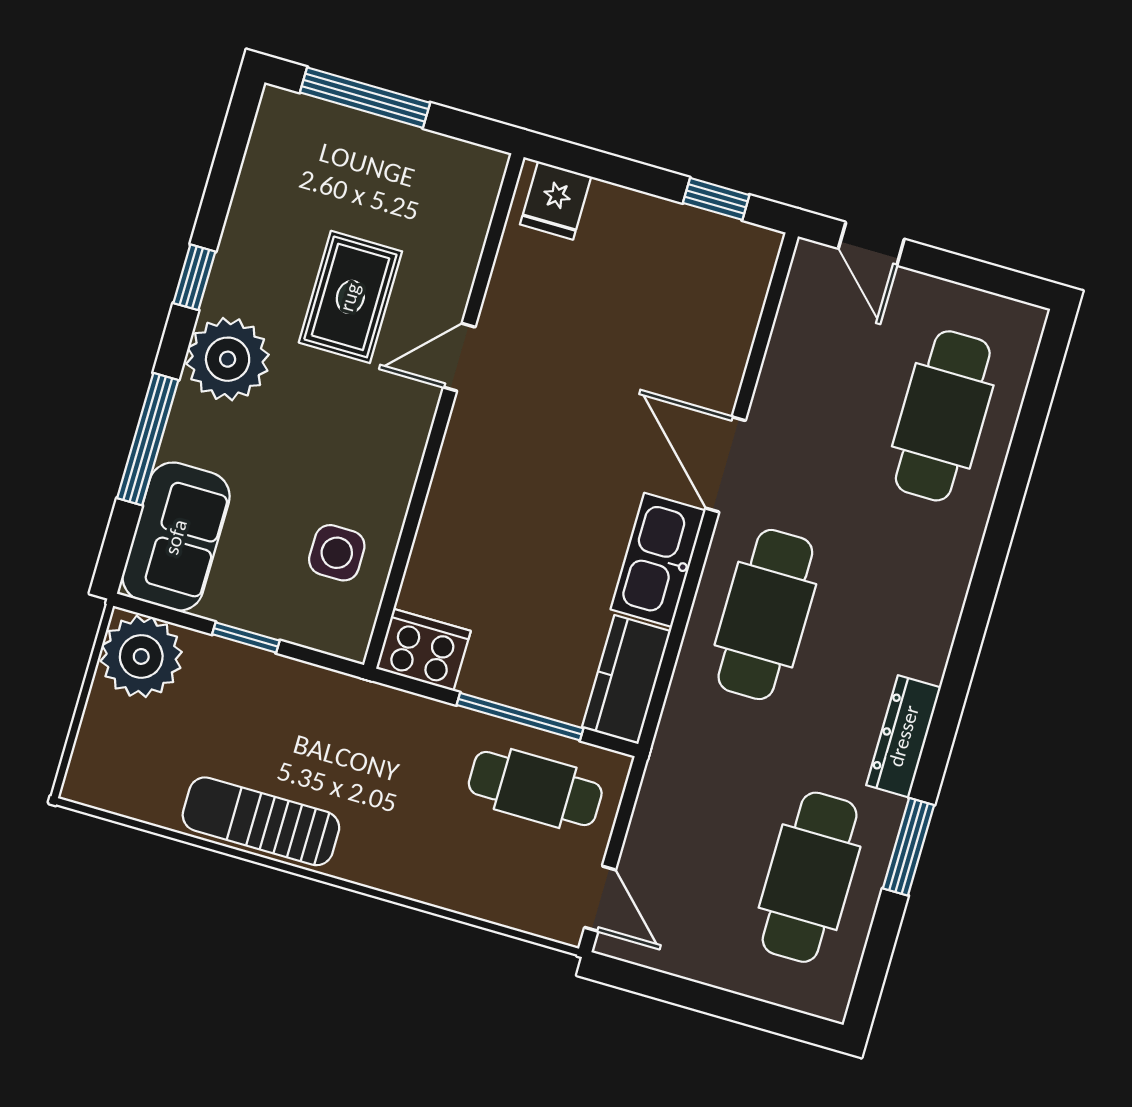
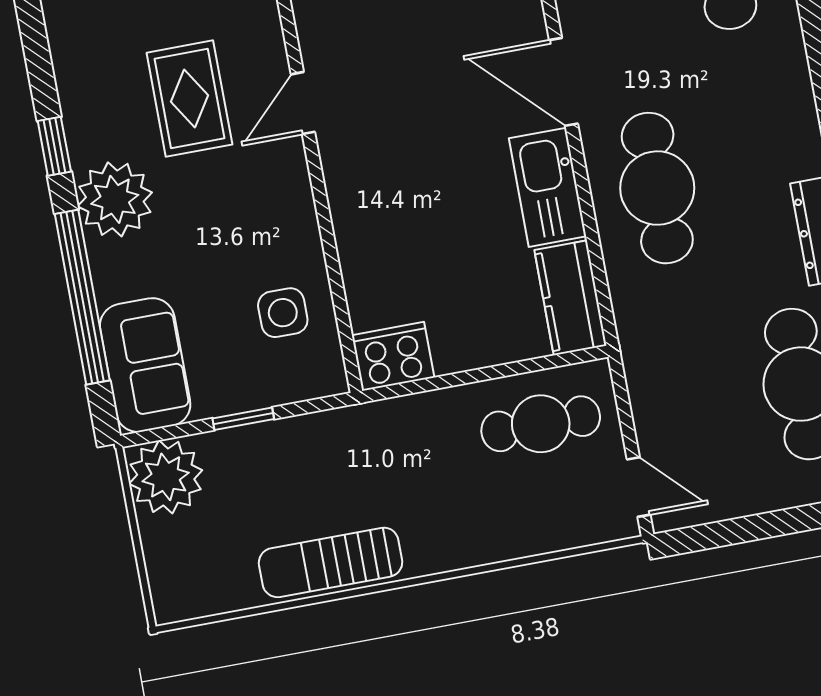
window: (148, 439) -> (82, 297), width x1.46
window: (520, 717) -> (499, 371), removed

